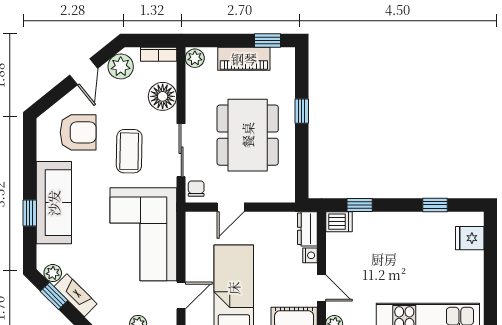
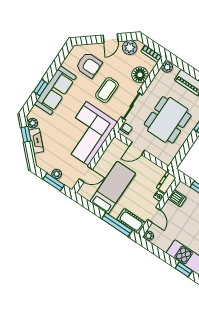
dishwasher: (339, 222) -> (177, 198), moved

